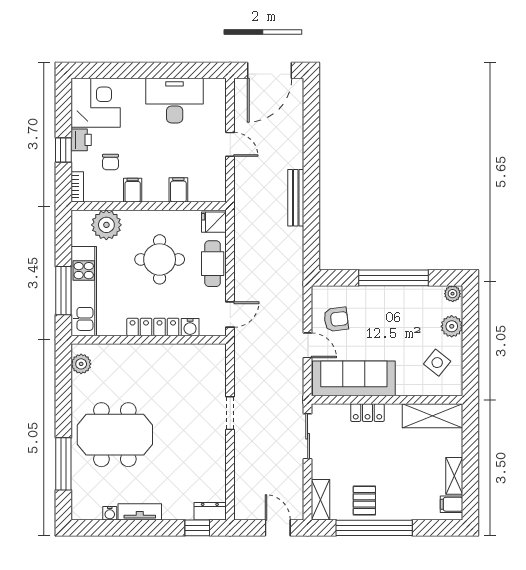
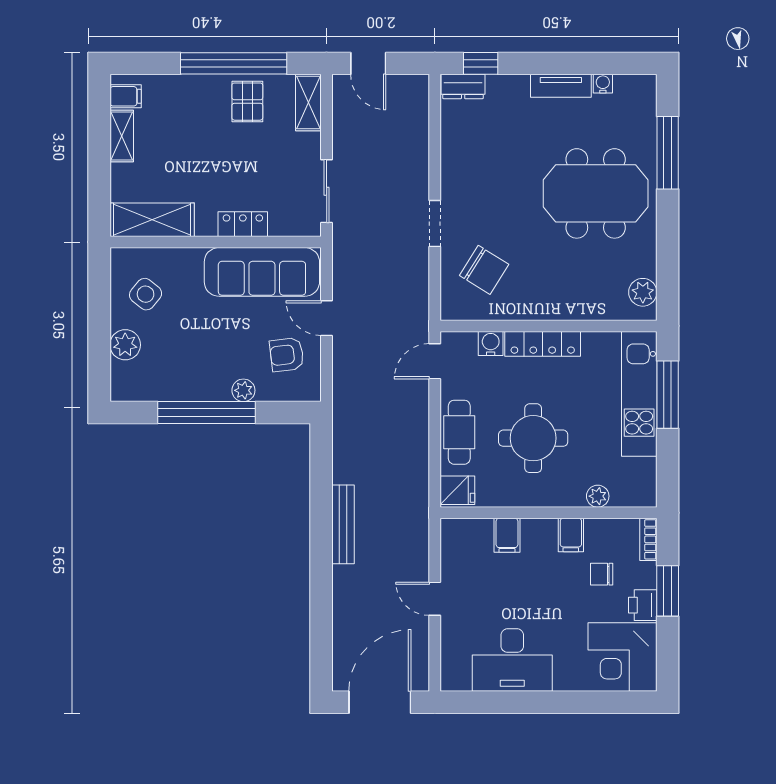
window: (63, 150) -> (668, 591), width x1.50
chair: (111, 162) -> (602, 574), turned -90
plant: (106, 225) -> (598, 496), width x0.53, depth x0.53
plant: (453, 294) -> (243, 390), moved
chair: (195, 380) -> (484, 270), added

